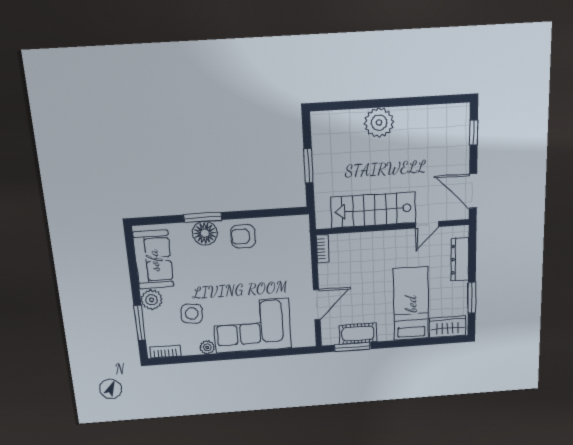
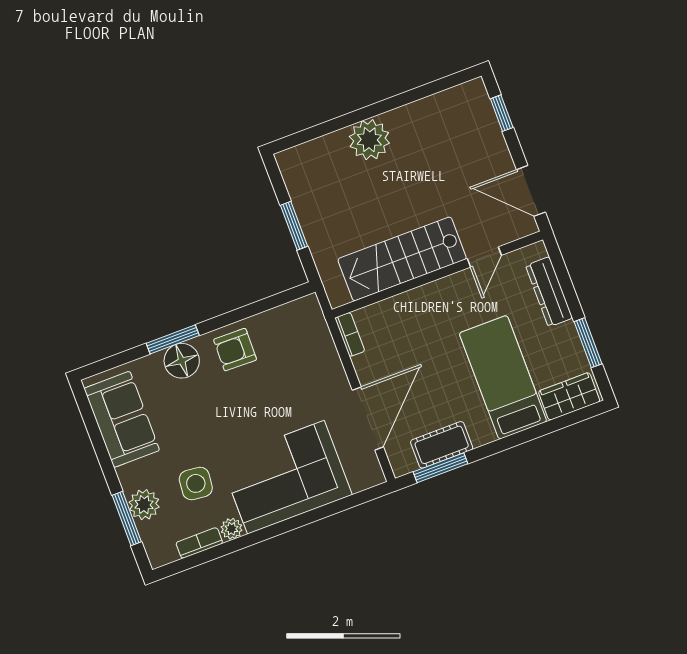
plant: (152, 300) -> (144, 505), moved
door: (317, 305) -> (368, 419), width x1.36
bookcase: (165, 352) -> (199, 543), moved

